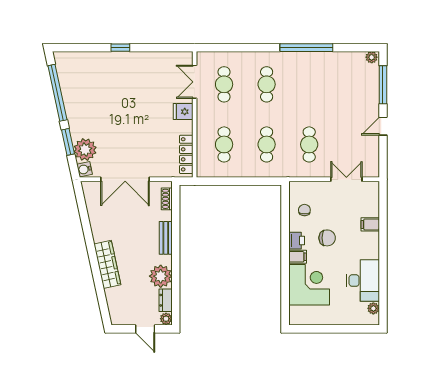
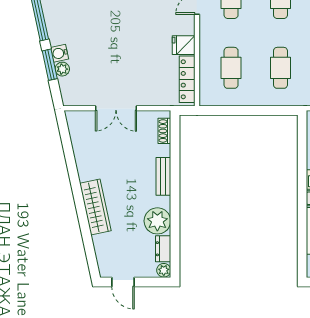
fridge: (183, 112) -> (184, 45), moved
plant: (85, 150) -> (62, 69), width x0.53, depth x0.53
water cooler: (84, 169) -> (59, 53), moved
double door: (125, 179) -> (116, 108), width x0.73
door: (145, 329) -> (123, 282), moved

